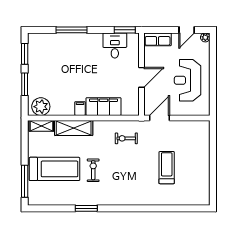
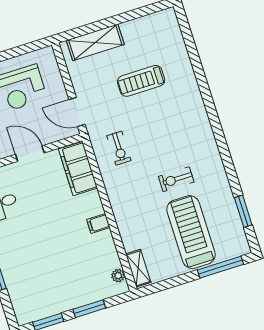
plant: (41, 107) -> (118, 276), width x0.53, depth x0.53
filing cabinet: (104, 107) -> (78, 169), moved
shelving: (74, 128) -> (95, 42), moved, turned 90
window: (86, 208) -> (243, 211), moved

